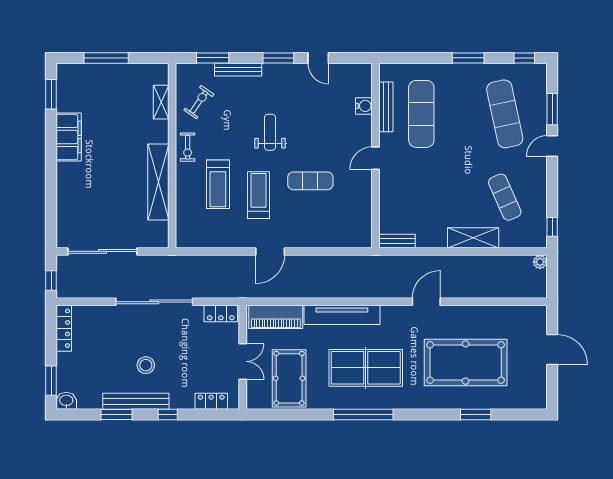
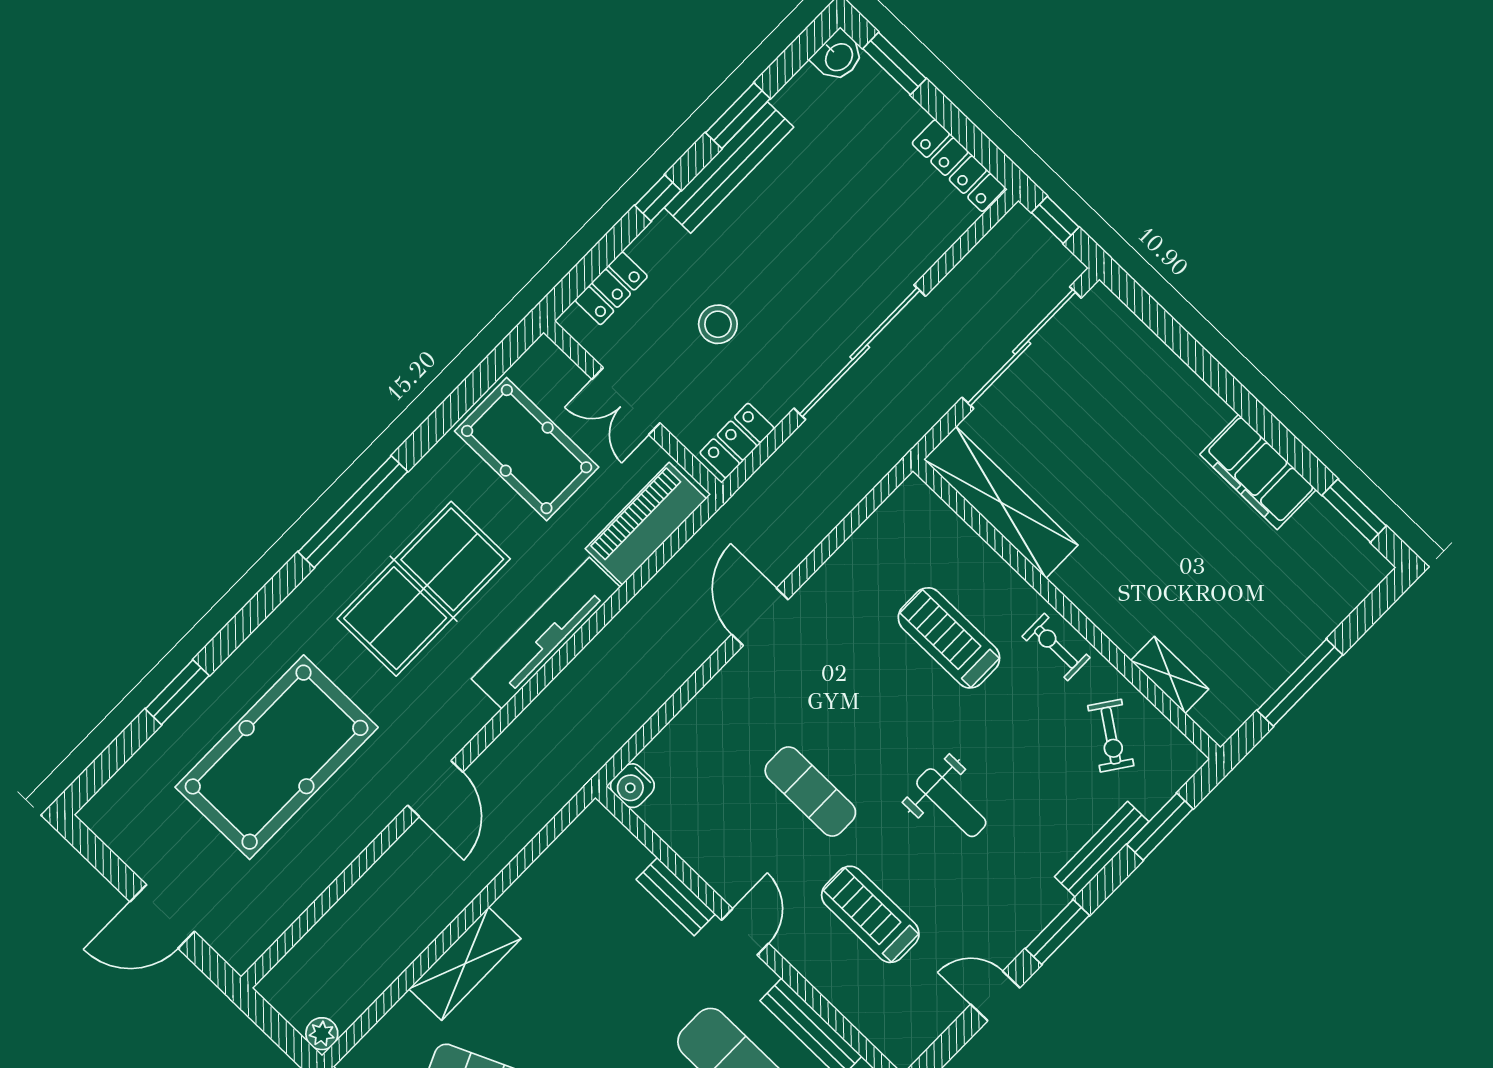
window: (106, 58) -> (1300, 683), moved
water cooler: (364, 106) -> (632, 786), moved
exercise mat: (310, 181) -> (810, 792), turned 90
shelving: (158, 182) -> (1001, 502), moved
treadmill: (258, 195) -> (870, 914), moved, turned 180
bench: (397, 241) -> (676, 897), moved, turned 90
stool: (146, 365) -> (718, 324), moved

